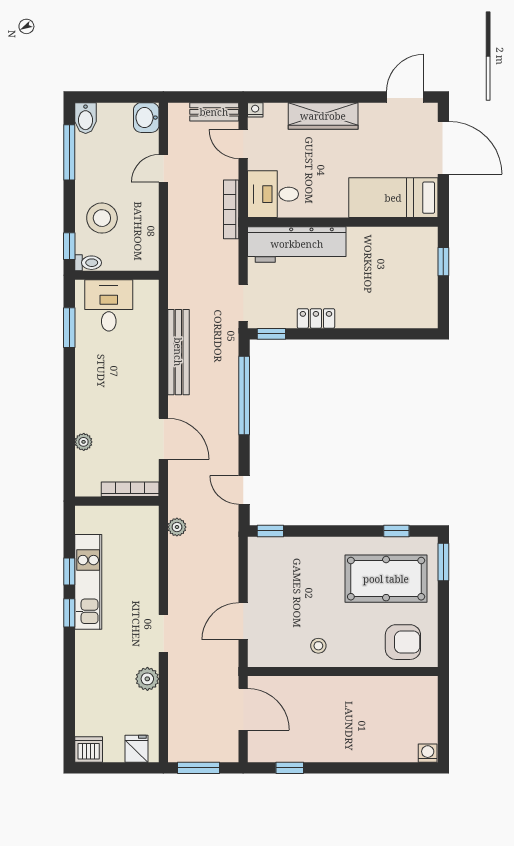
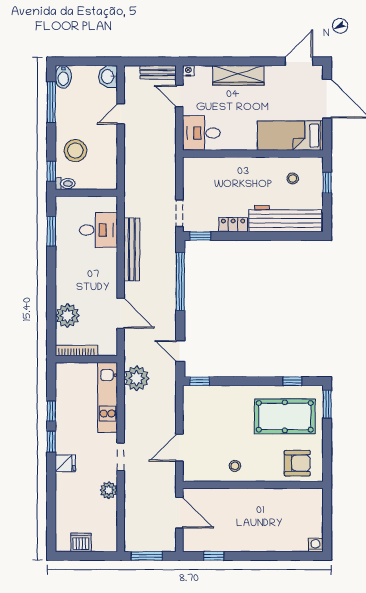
bookcase: (231, 209) -> (171, 144), removed
workbench: (297, 244) -> (285, 219), moved, turned 180
stool: (397, 256) -> (293, 178), added
desk: (109, 305) -> (98, 230), moved, turned 90
plant: (84, 442) -> (67, 316), width x1.88, depth x1.88
bookcase: (130, 489) -> (77, 351), moved
plant: (177, 527) -> (137, 378), width x1.87, depth x1.87
kitchen unit: (88, 582) -> (108, 397), moved, turned 180
dishwasher: (89, 749) -> (81, 542), moved
fridge: (136, 749) -> (65, 463), moved, turned 90

